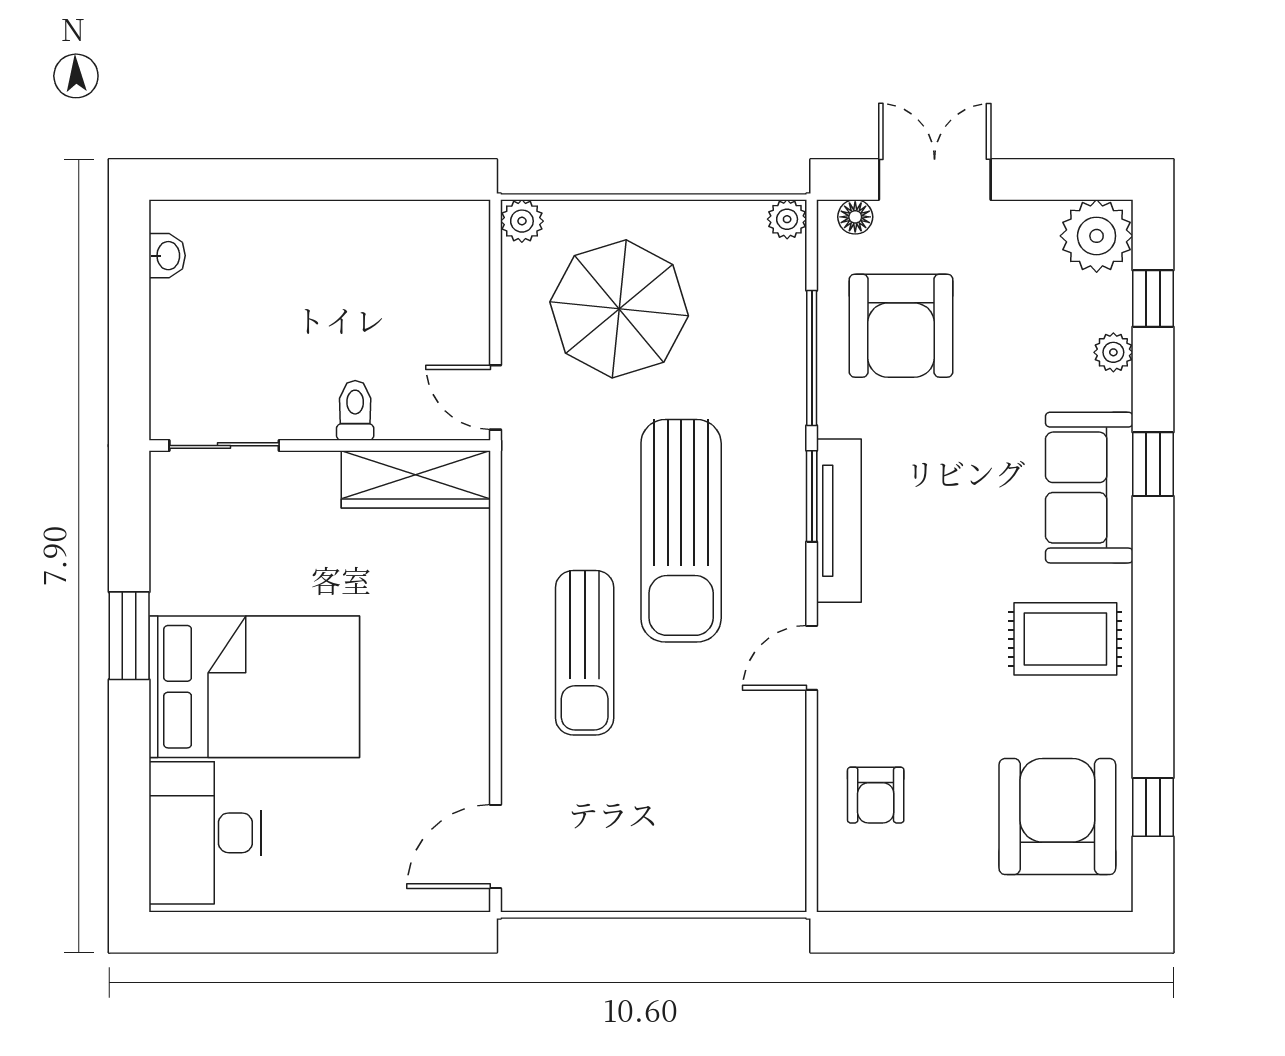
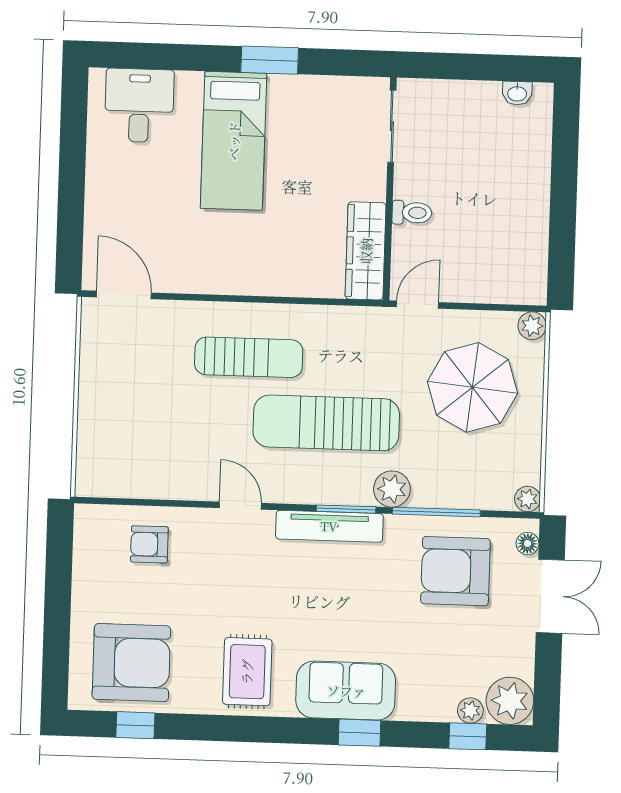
plant: (1113, 352) -> (470, 710), moved
plant: (779, 427) -> (392, 489), added
sun lounger: (585, 653) -> (249, 357), turned 180
bed: (254, 687) -> (234, 141), width x0.67
desk: (205, 833) -> (139, 106), width x0.73

